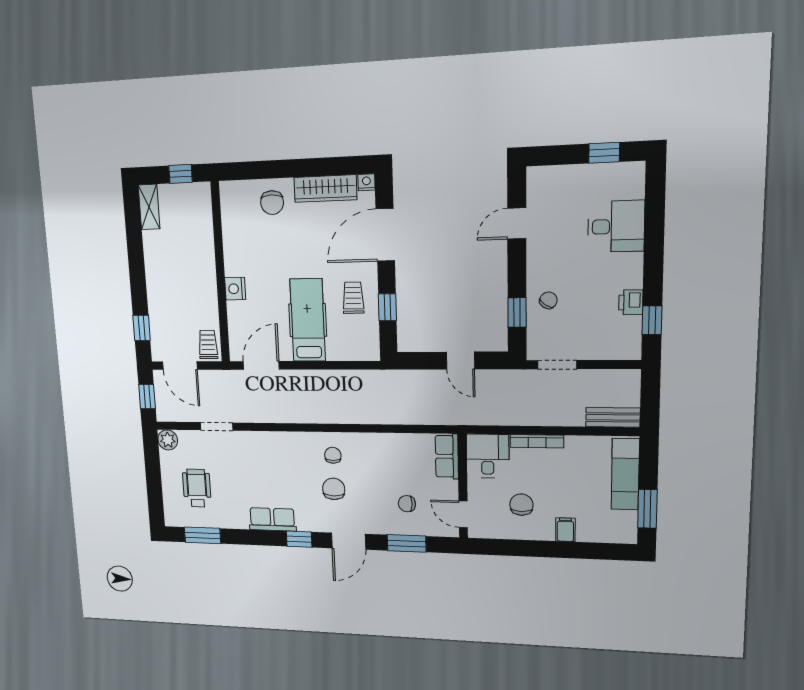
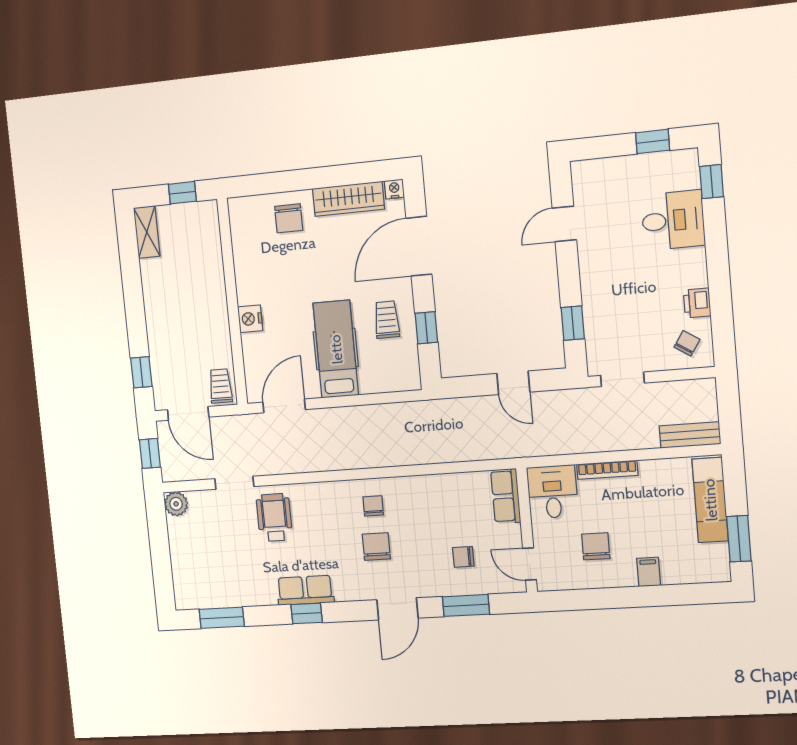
chair: (548, 300) -> (687, 343), moved
window: (652, 320) -> (712, 182), moved
wheelchair: (197, 488) -> (274, 517), moved
window: (299, 539) -> (307, 613), moved

